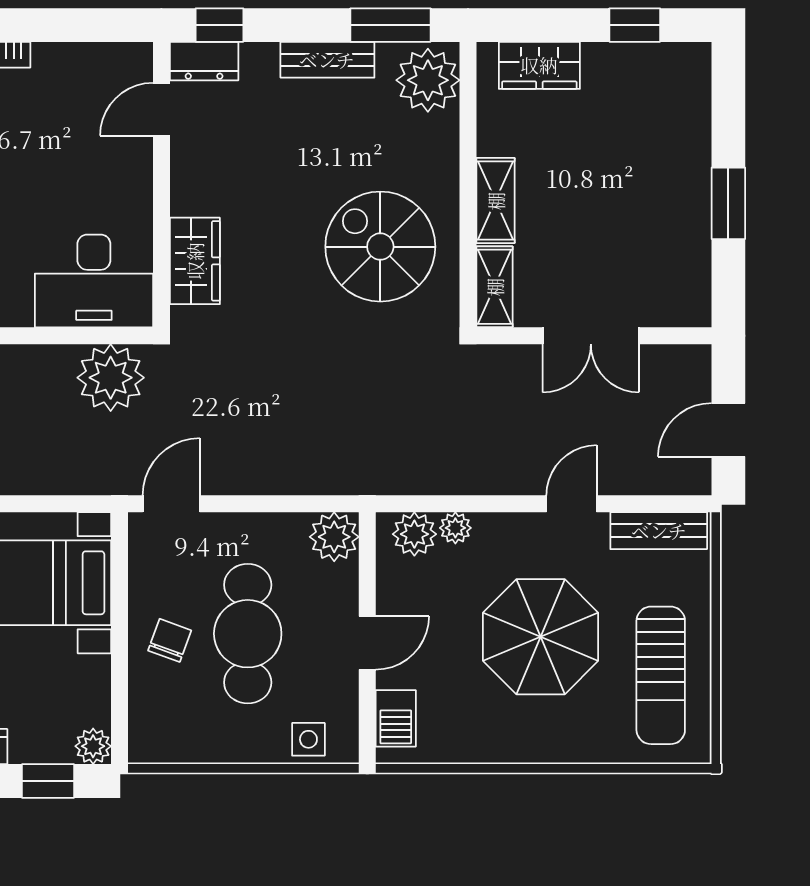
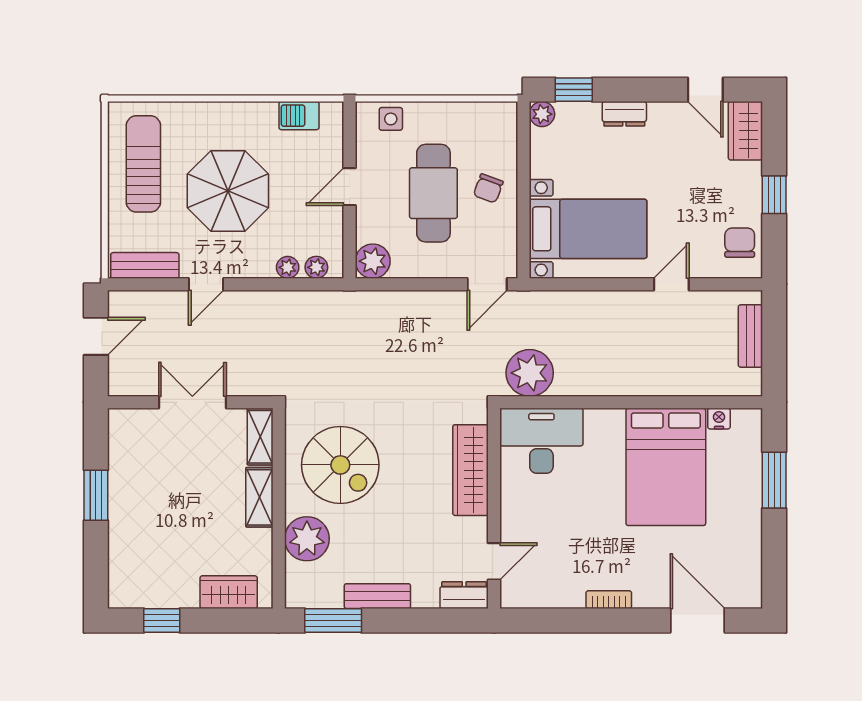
window: (219, 25) -> (453, 621), removed
plant: (428, 80) -> (307, 539), moved
wardrobe: (195, 261) -> (471, 470), width x1.50
plant: (414, 534) -> (316, 267), width x0.73, depth x0.73
barbecue: (396, 718) -> (299, 116), moved, turned -90

